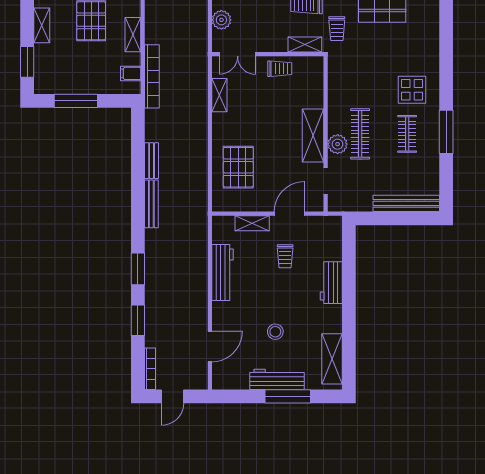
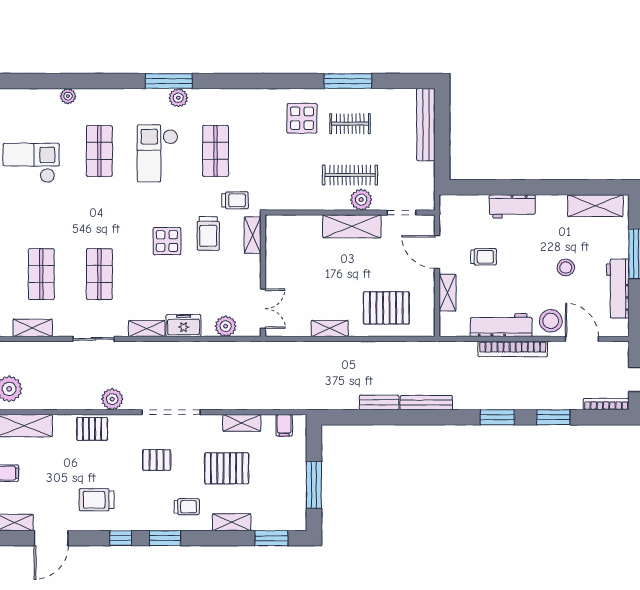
trolley: (280, 69) -> (279, 263), removed
bookcase: (152, 76) -> (513, 349), moved, turned 180
shelving: (219, 95) -> (330, 328), moved
stool: (226, 318) -> (551, 321), added
workbench: (277, 379) -> (618, 289), moved

